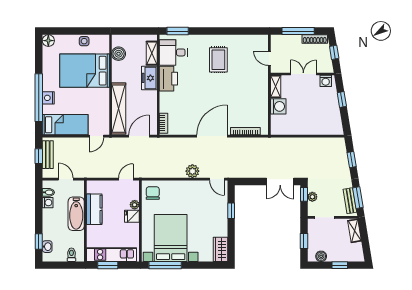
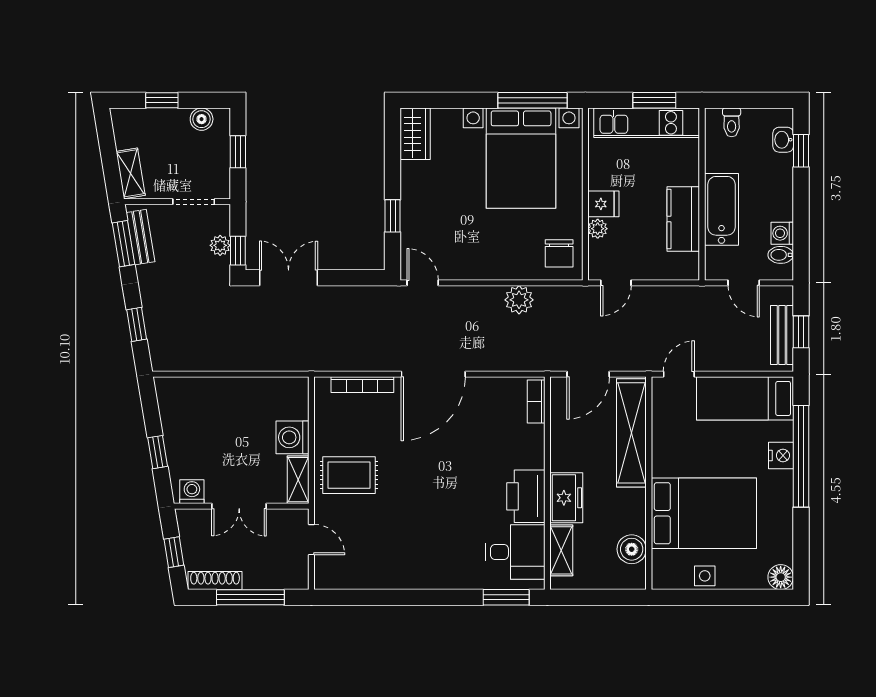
rug: (218, 60) -> (349, 475), moved, turned 90
plant: (192, 171) -> (519, 300), moved

